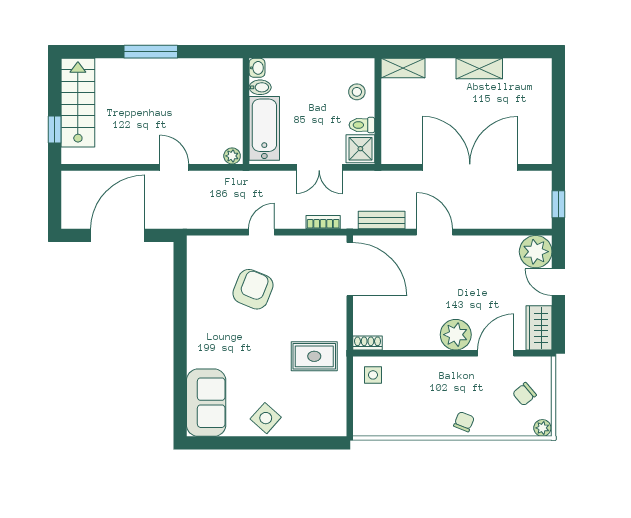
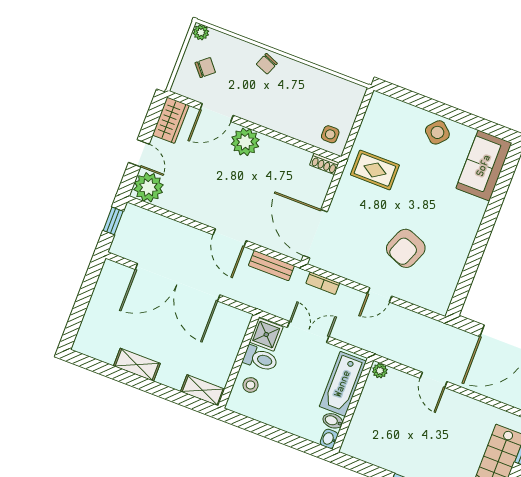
toilet: (362, 125) -> (260, 359), width x1.37, depth x1.39

